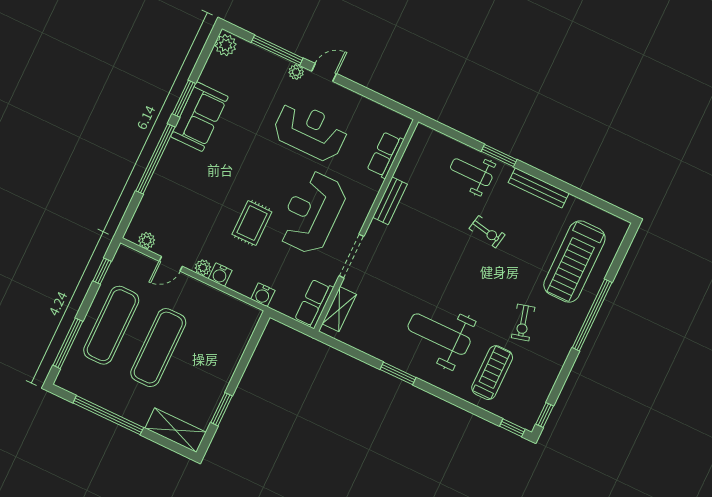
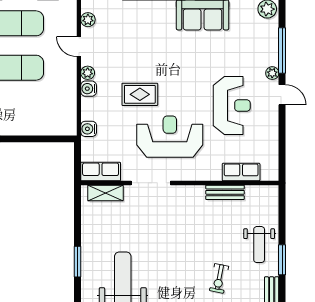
weight bench: (471, 172) -> (259, 245), turned 180
bench: (390, 201) -> (225, 192), moved

